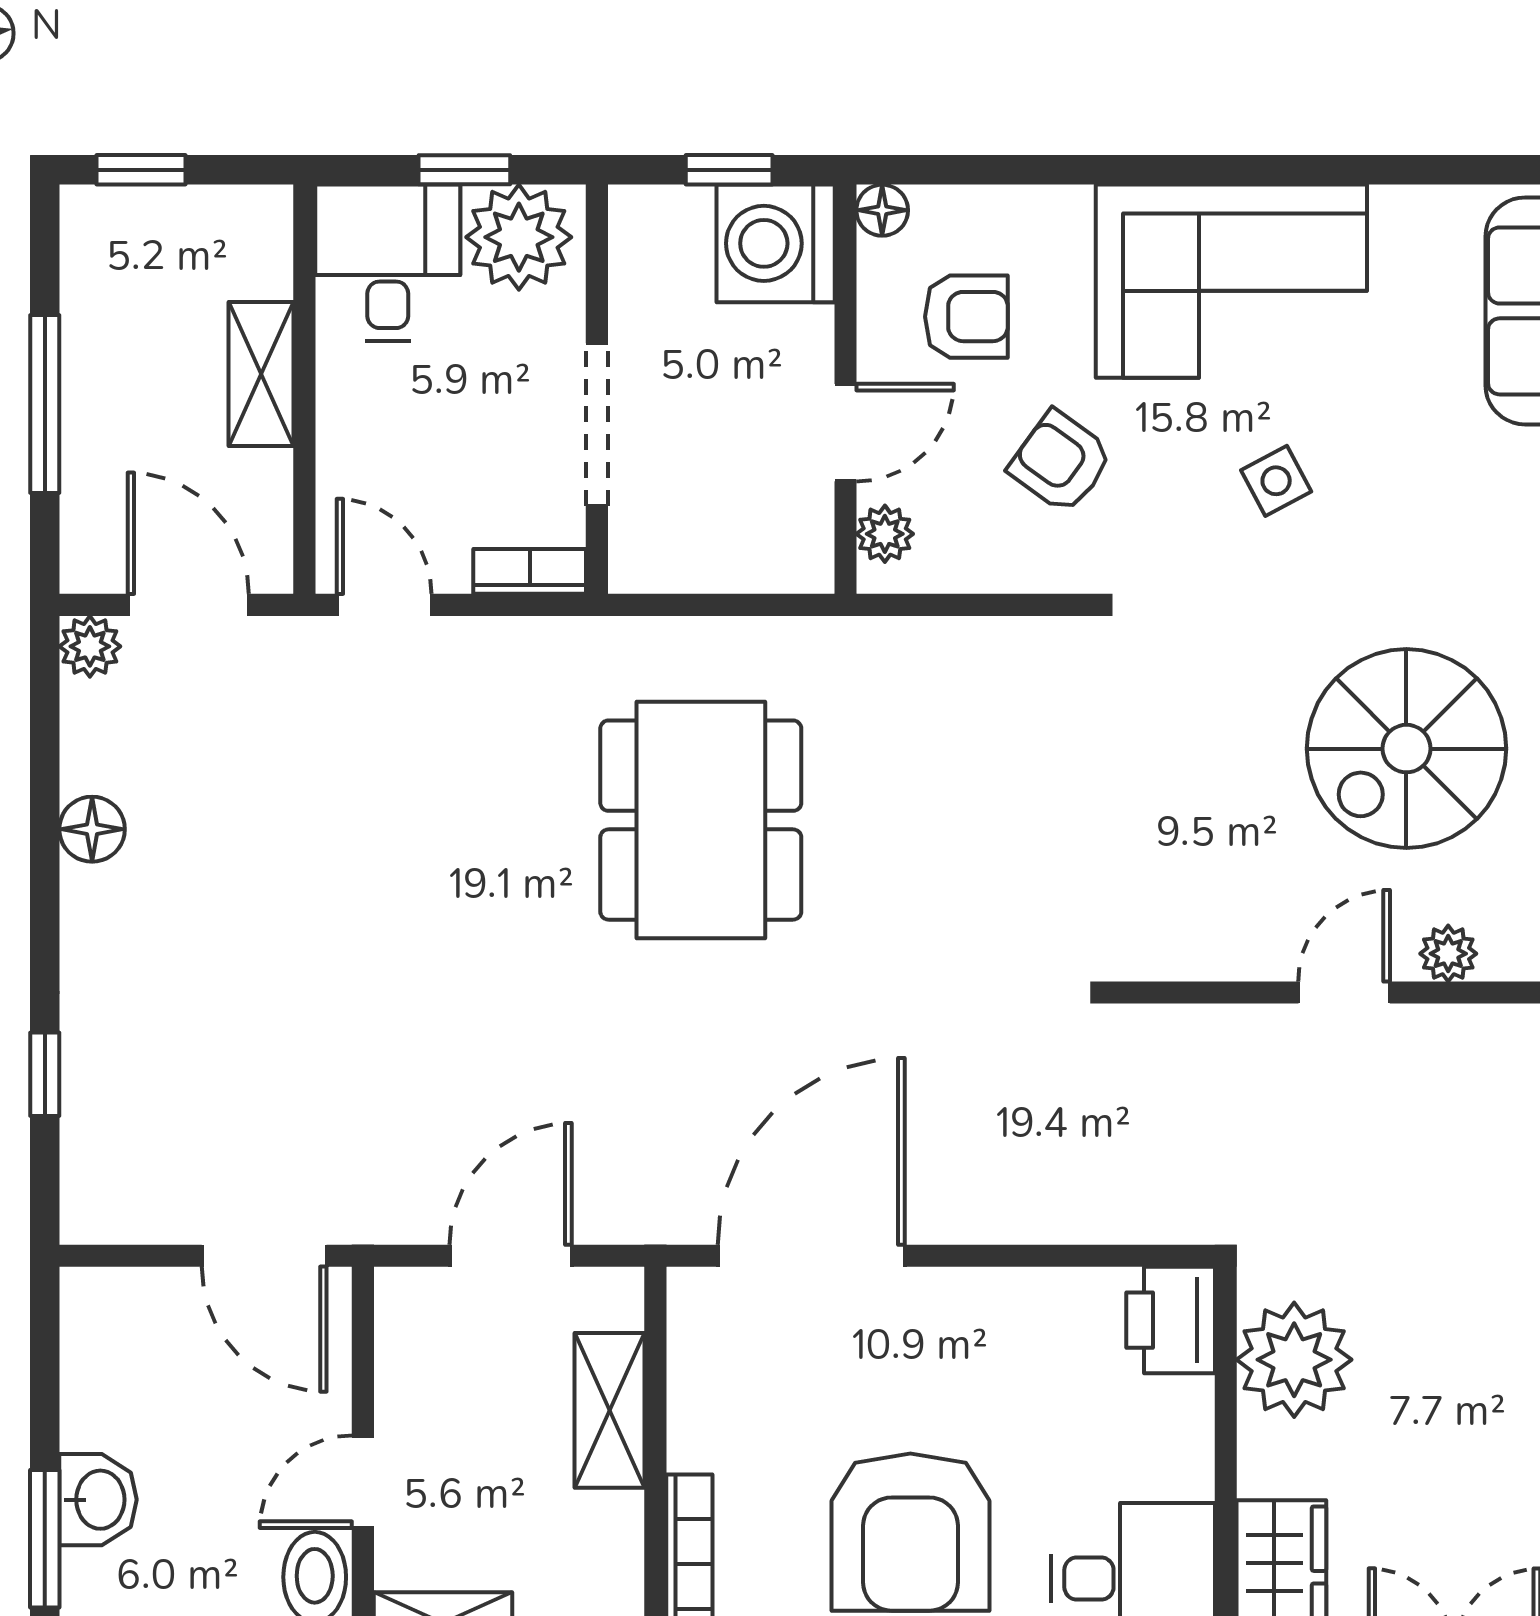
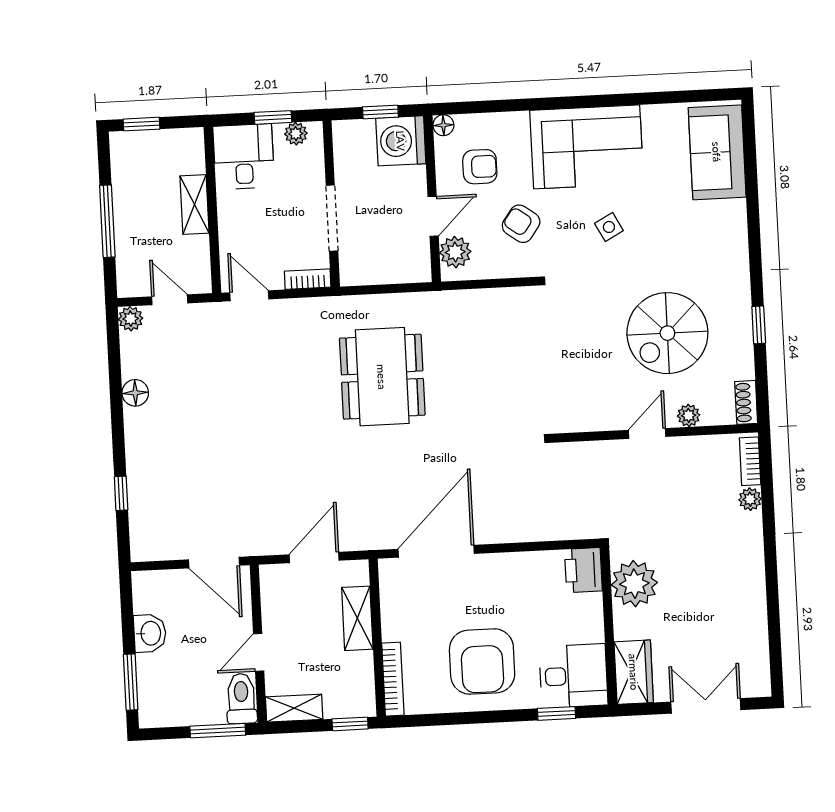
plant: (519, 237) -> (296, 134), width x0.53, depth x0.53
plant: (885, 534) -> (455, 252), width x1.38, depth x1.38
door: (188, 605) -> (170, 300), width x0.73
washbasin: (98, 1500) -> (150, 633), moved

